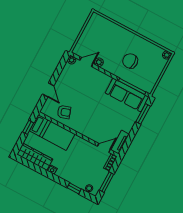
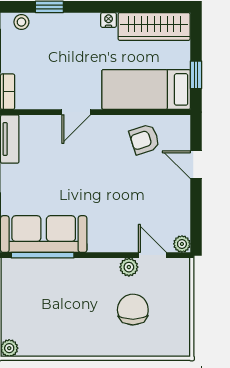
chair: (130, 61) -> (133, 310), moved, turned -91
door: (86, 62) -> (152, 255), swing flipped
door: (104, 148) -> (76, 112), moved

